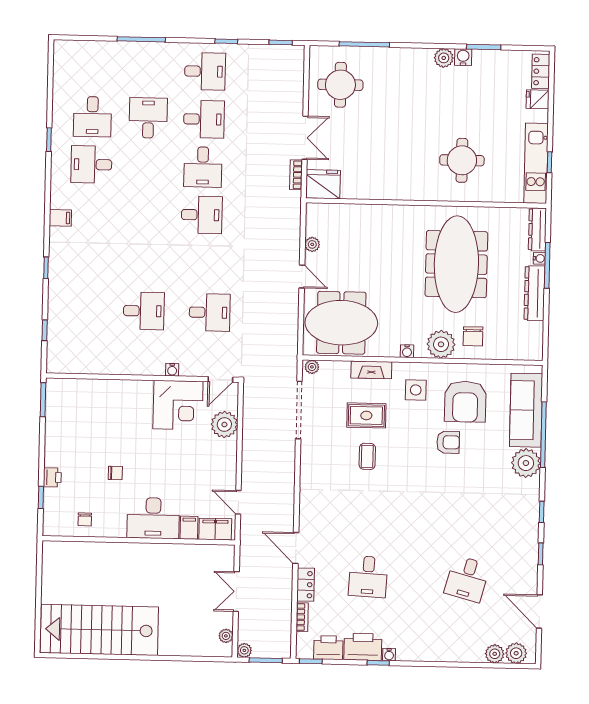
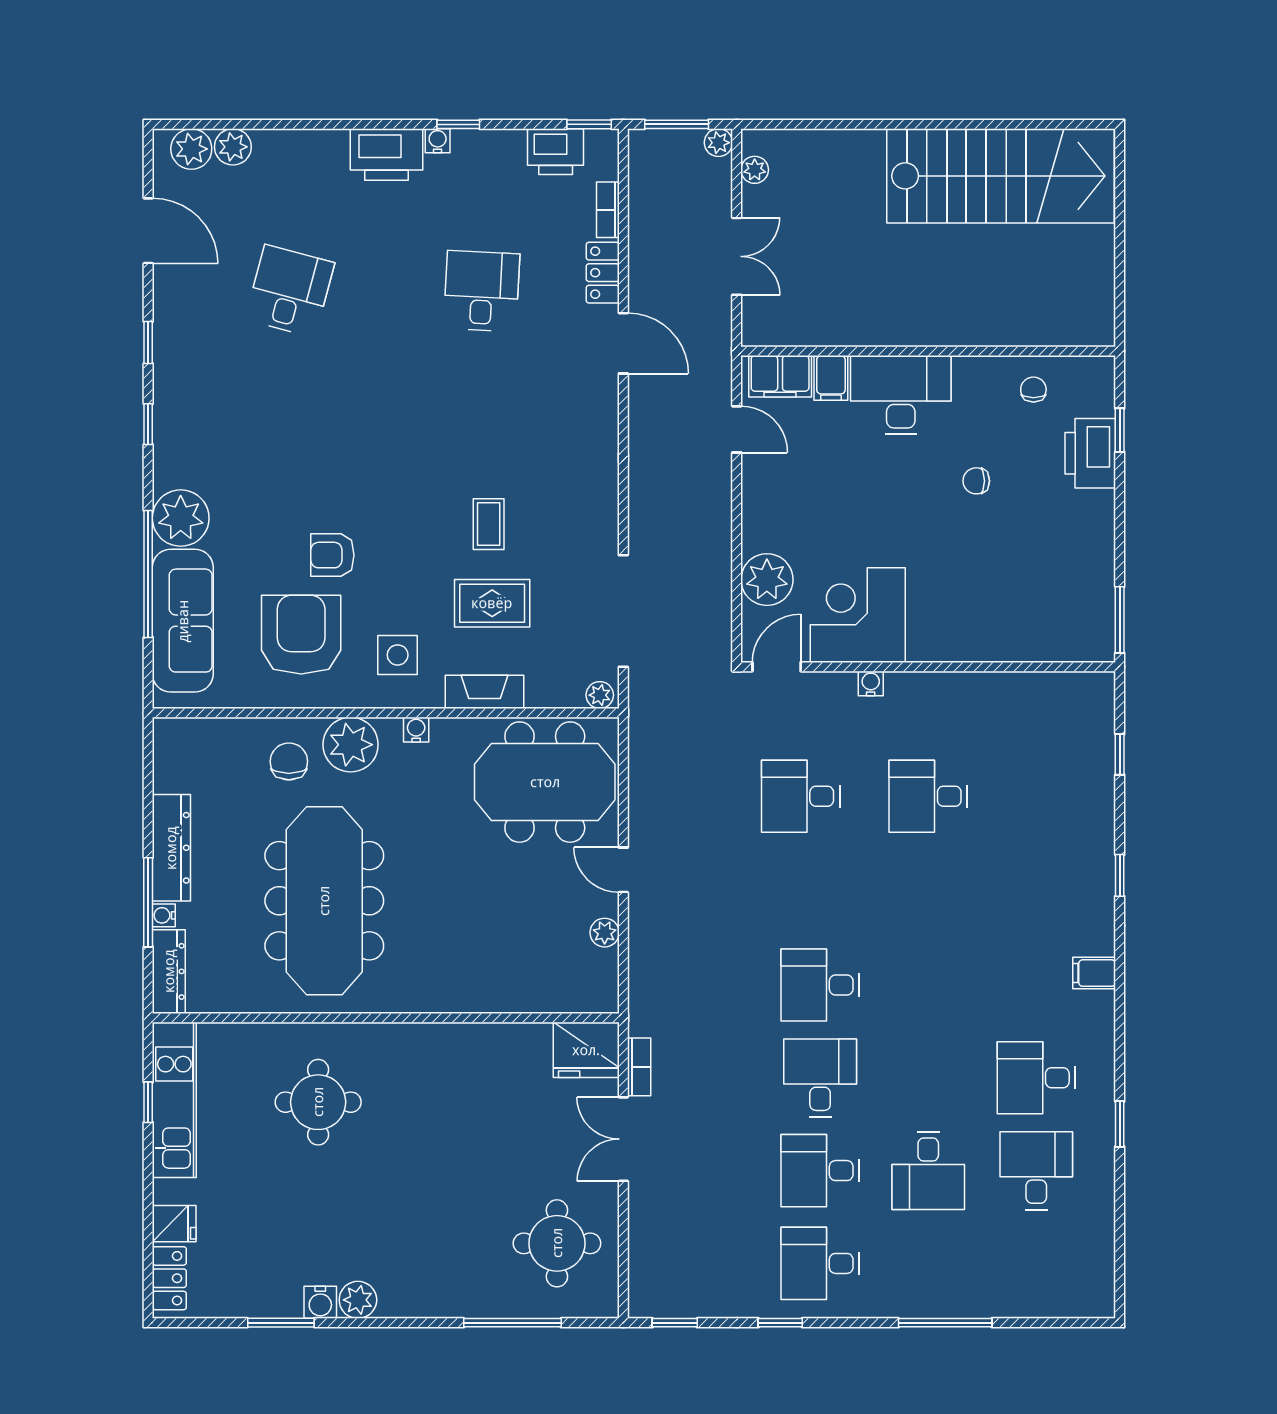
desk: (91, 165) -> (1036, 1078), turned 180
printer: (52, 477) -> (1090, 453), width x1.87, depth x1.48
printer: (363, 647) -> (386, 154), moved

